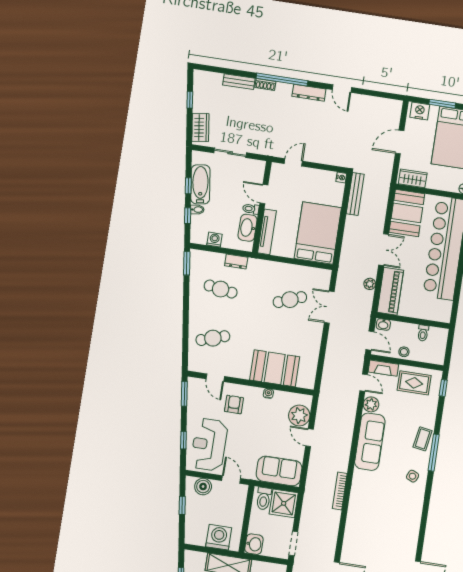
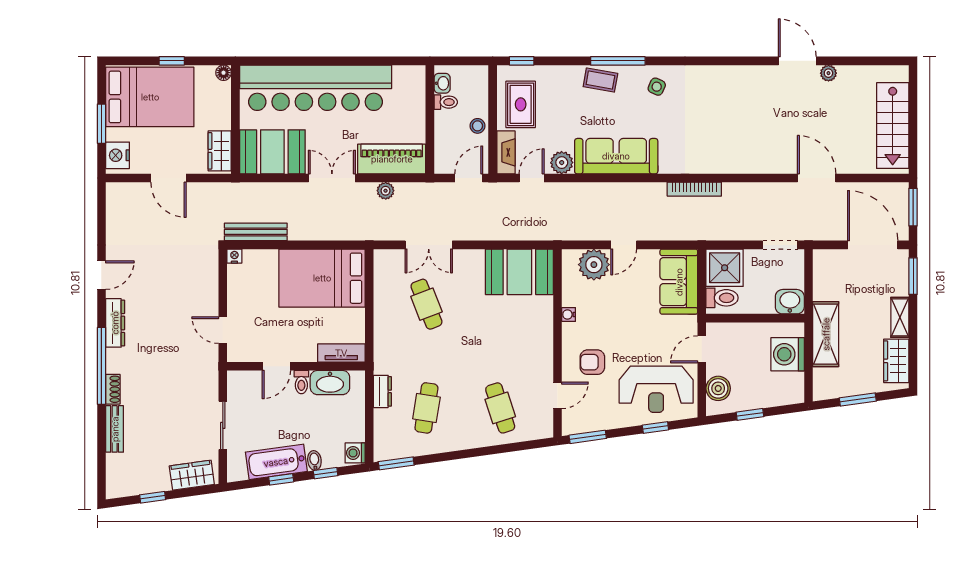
tv unit: (267, 232) -> (341, 353), width x0.71
washing machine: (214, 240) -> (355, 453), moved
washbasin: (383, 324) -> (442, 83), moved
booth: (275, 368) -> (519, 272), moved, turned 90

